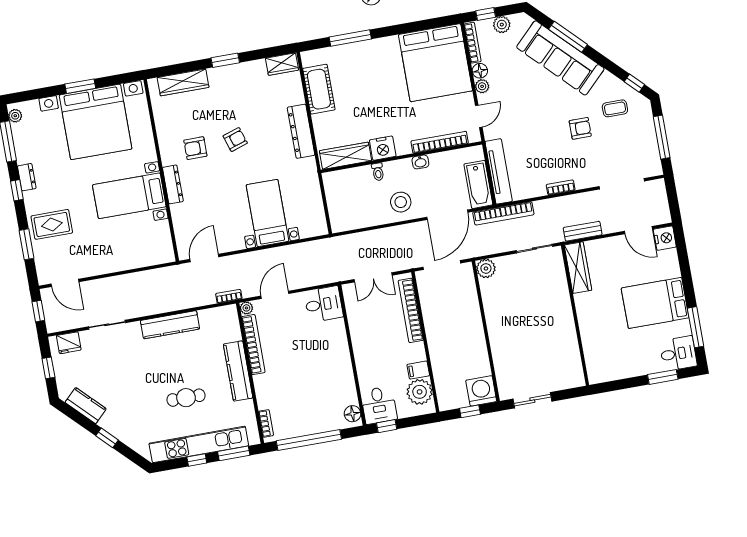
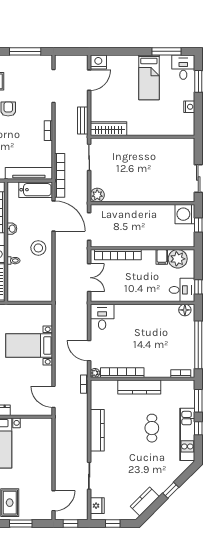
bed: (655, 303) -> (149, 77), width x0.67
nightstand: (626, 371) -> (189, 107), added
kitchen unit: (199, 444) -> (187, 434), width x0.73

